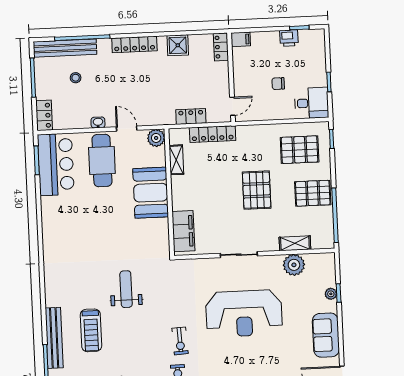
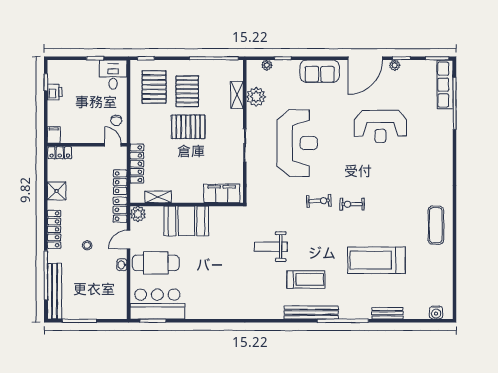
stool: (76, 78) -> (87, 245), moved
chair: (278, 84) -> (116, 120), moved
locker: (44, 115) -> (120, 210), moved, turned -90
pallet: (313, 193) -> (187, 91), moved
plant: (331, 294) -> (267, 65), moved

